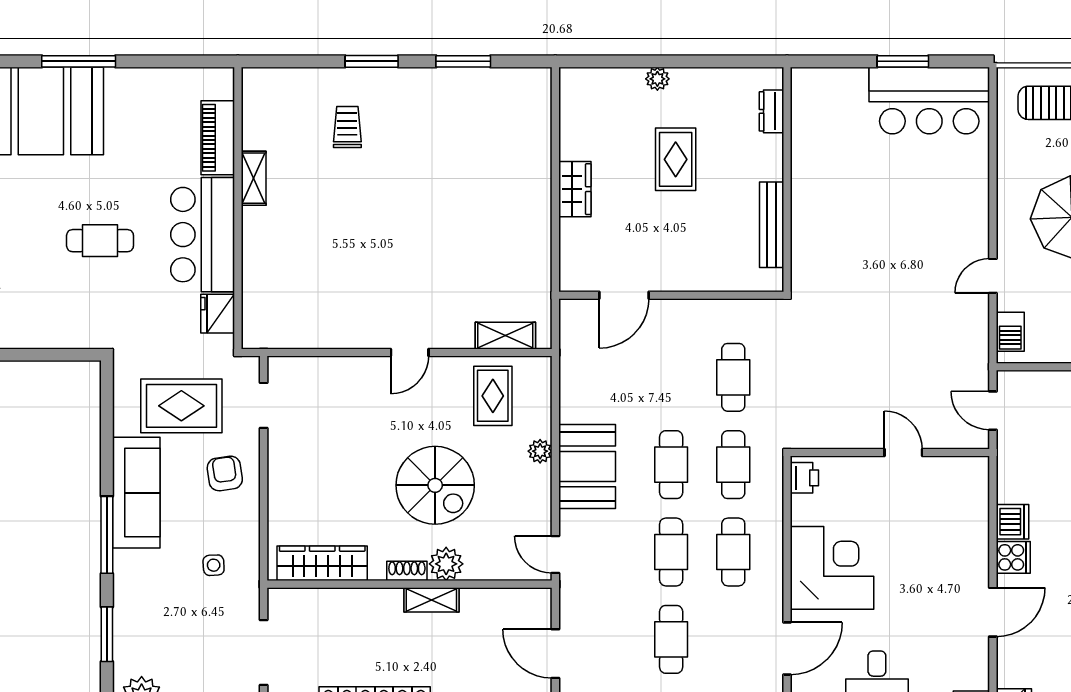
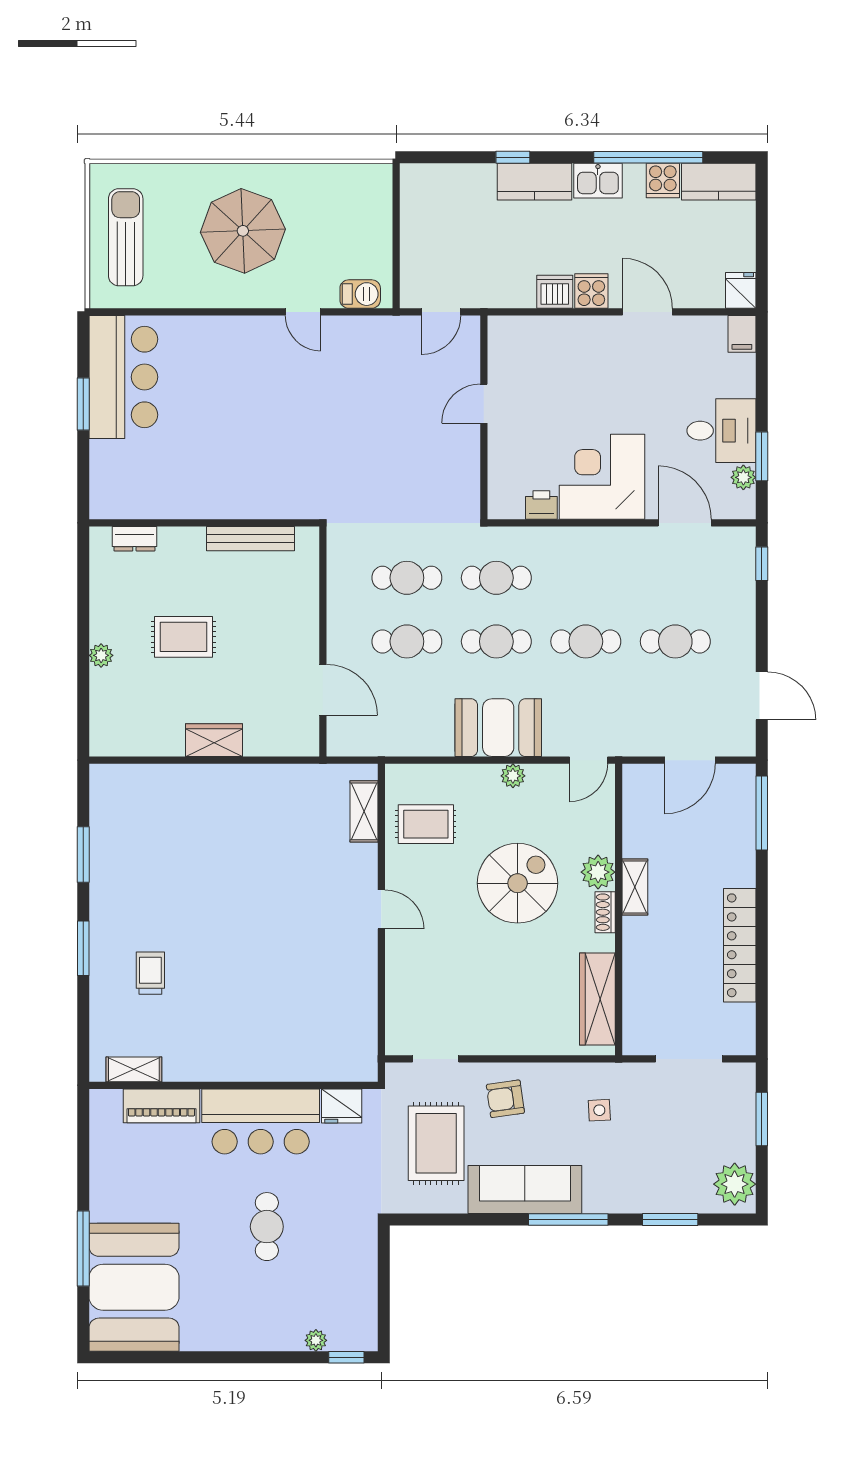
trolley: (347, 127) -> (150, 973), turned 90
shelving: (254, 178) -> (134, 1069), moved
plant: (540, 451) -> (513, 776), moved
printer: (804, 478) -> (541, 505), moved
cafe table: (733, 552) -> (407, 641), moved

